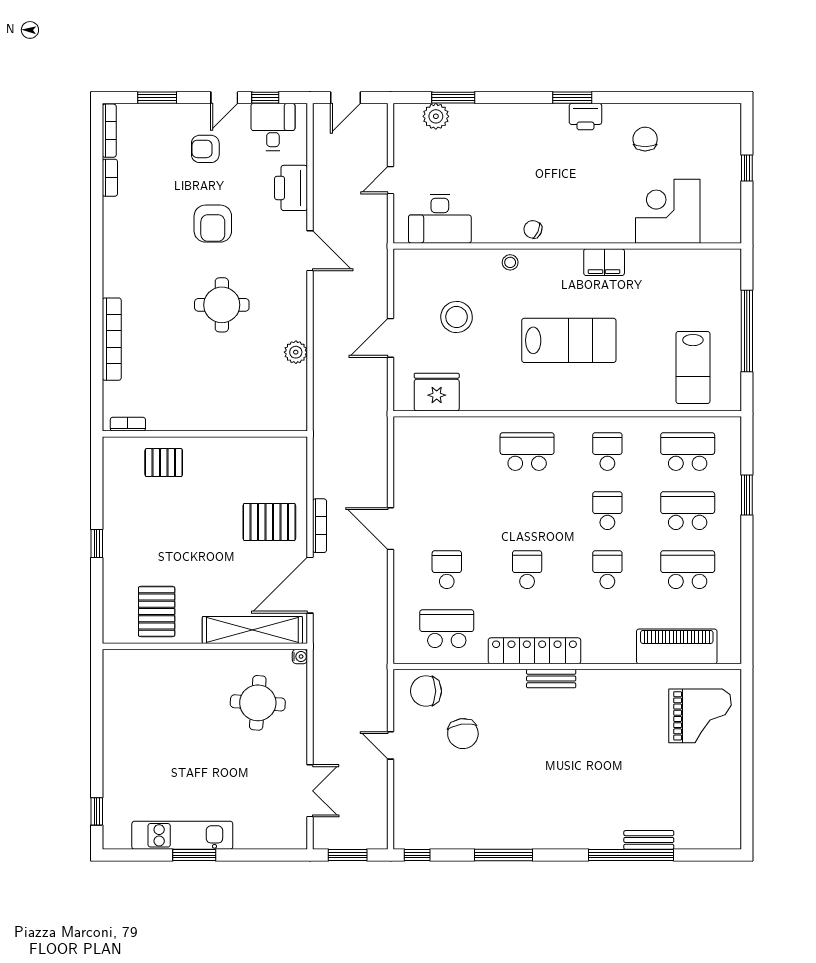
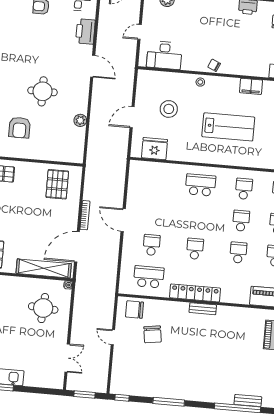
armchair: (213, 224) -> (20, 128), moved
pallet: (269, 522) -> (57, 184), moved, turned 90

